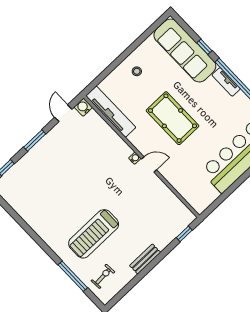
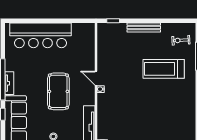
treadmill: (94, 234) -> (164, 69), turned 180
bench: (145, 259) -> (144, 28), width x1.36

